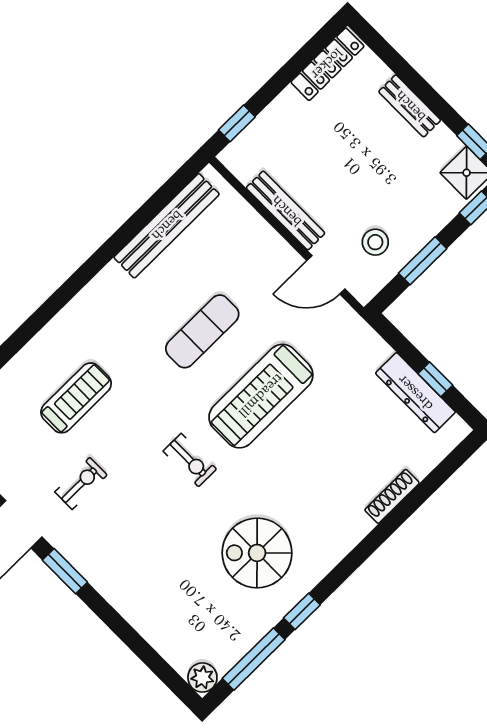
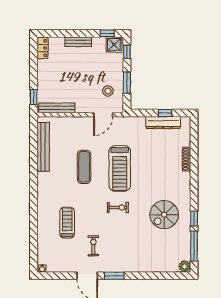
locker: (327, 64) -> (42, 48), width x0.66
bench: (286, 211) -> (57, 108), moved

